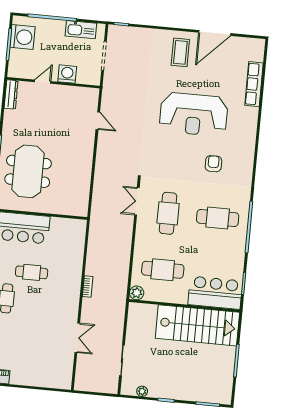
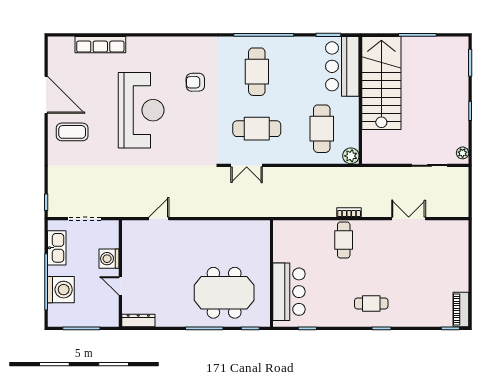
washing machine: (22, 37) -> (61, 290), moved, turned 90
cafe table: (32, 272) -> (344, 240), moved
plant: (142, 391) -> (463, 153), moved

